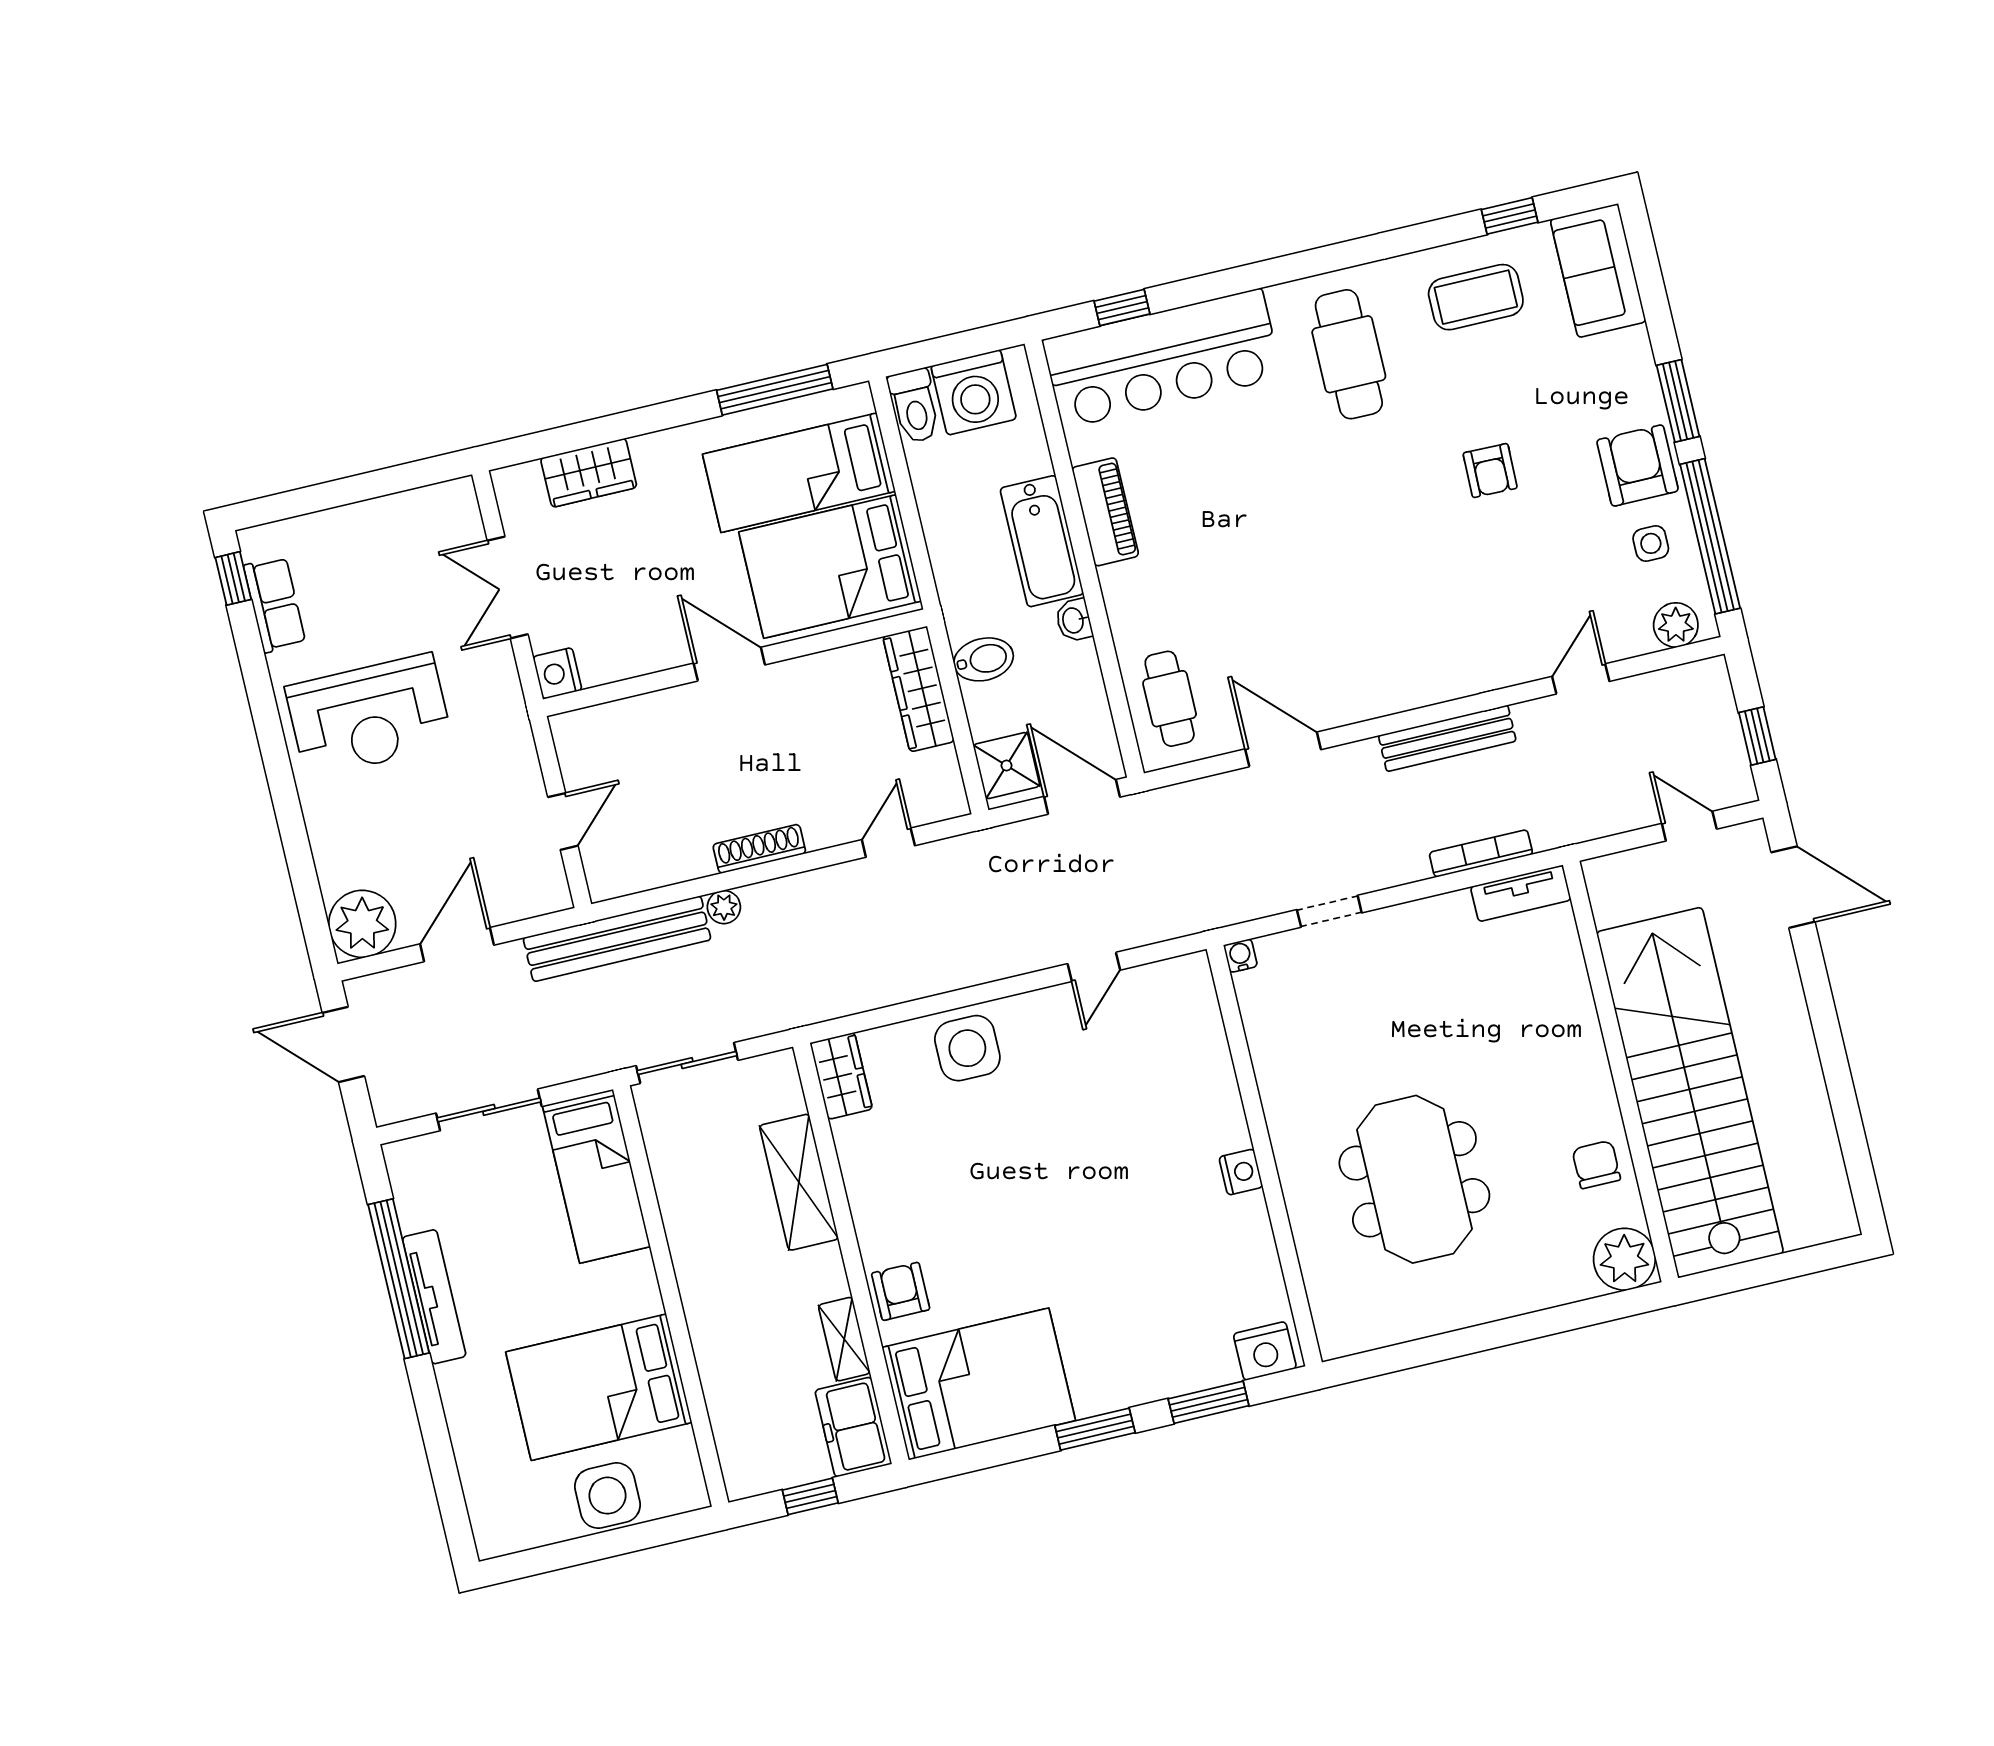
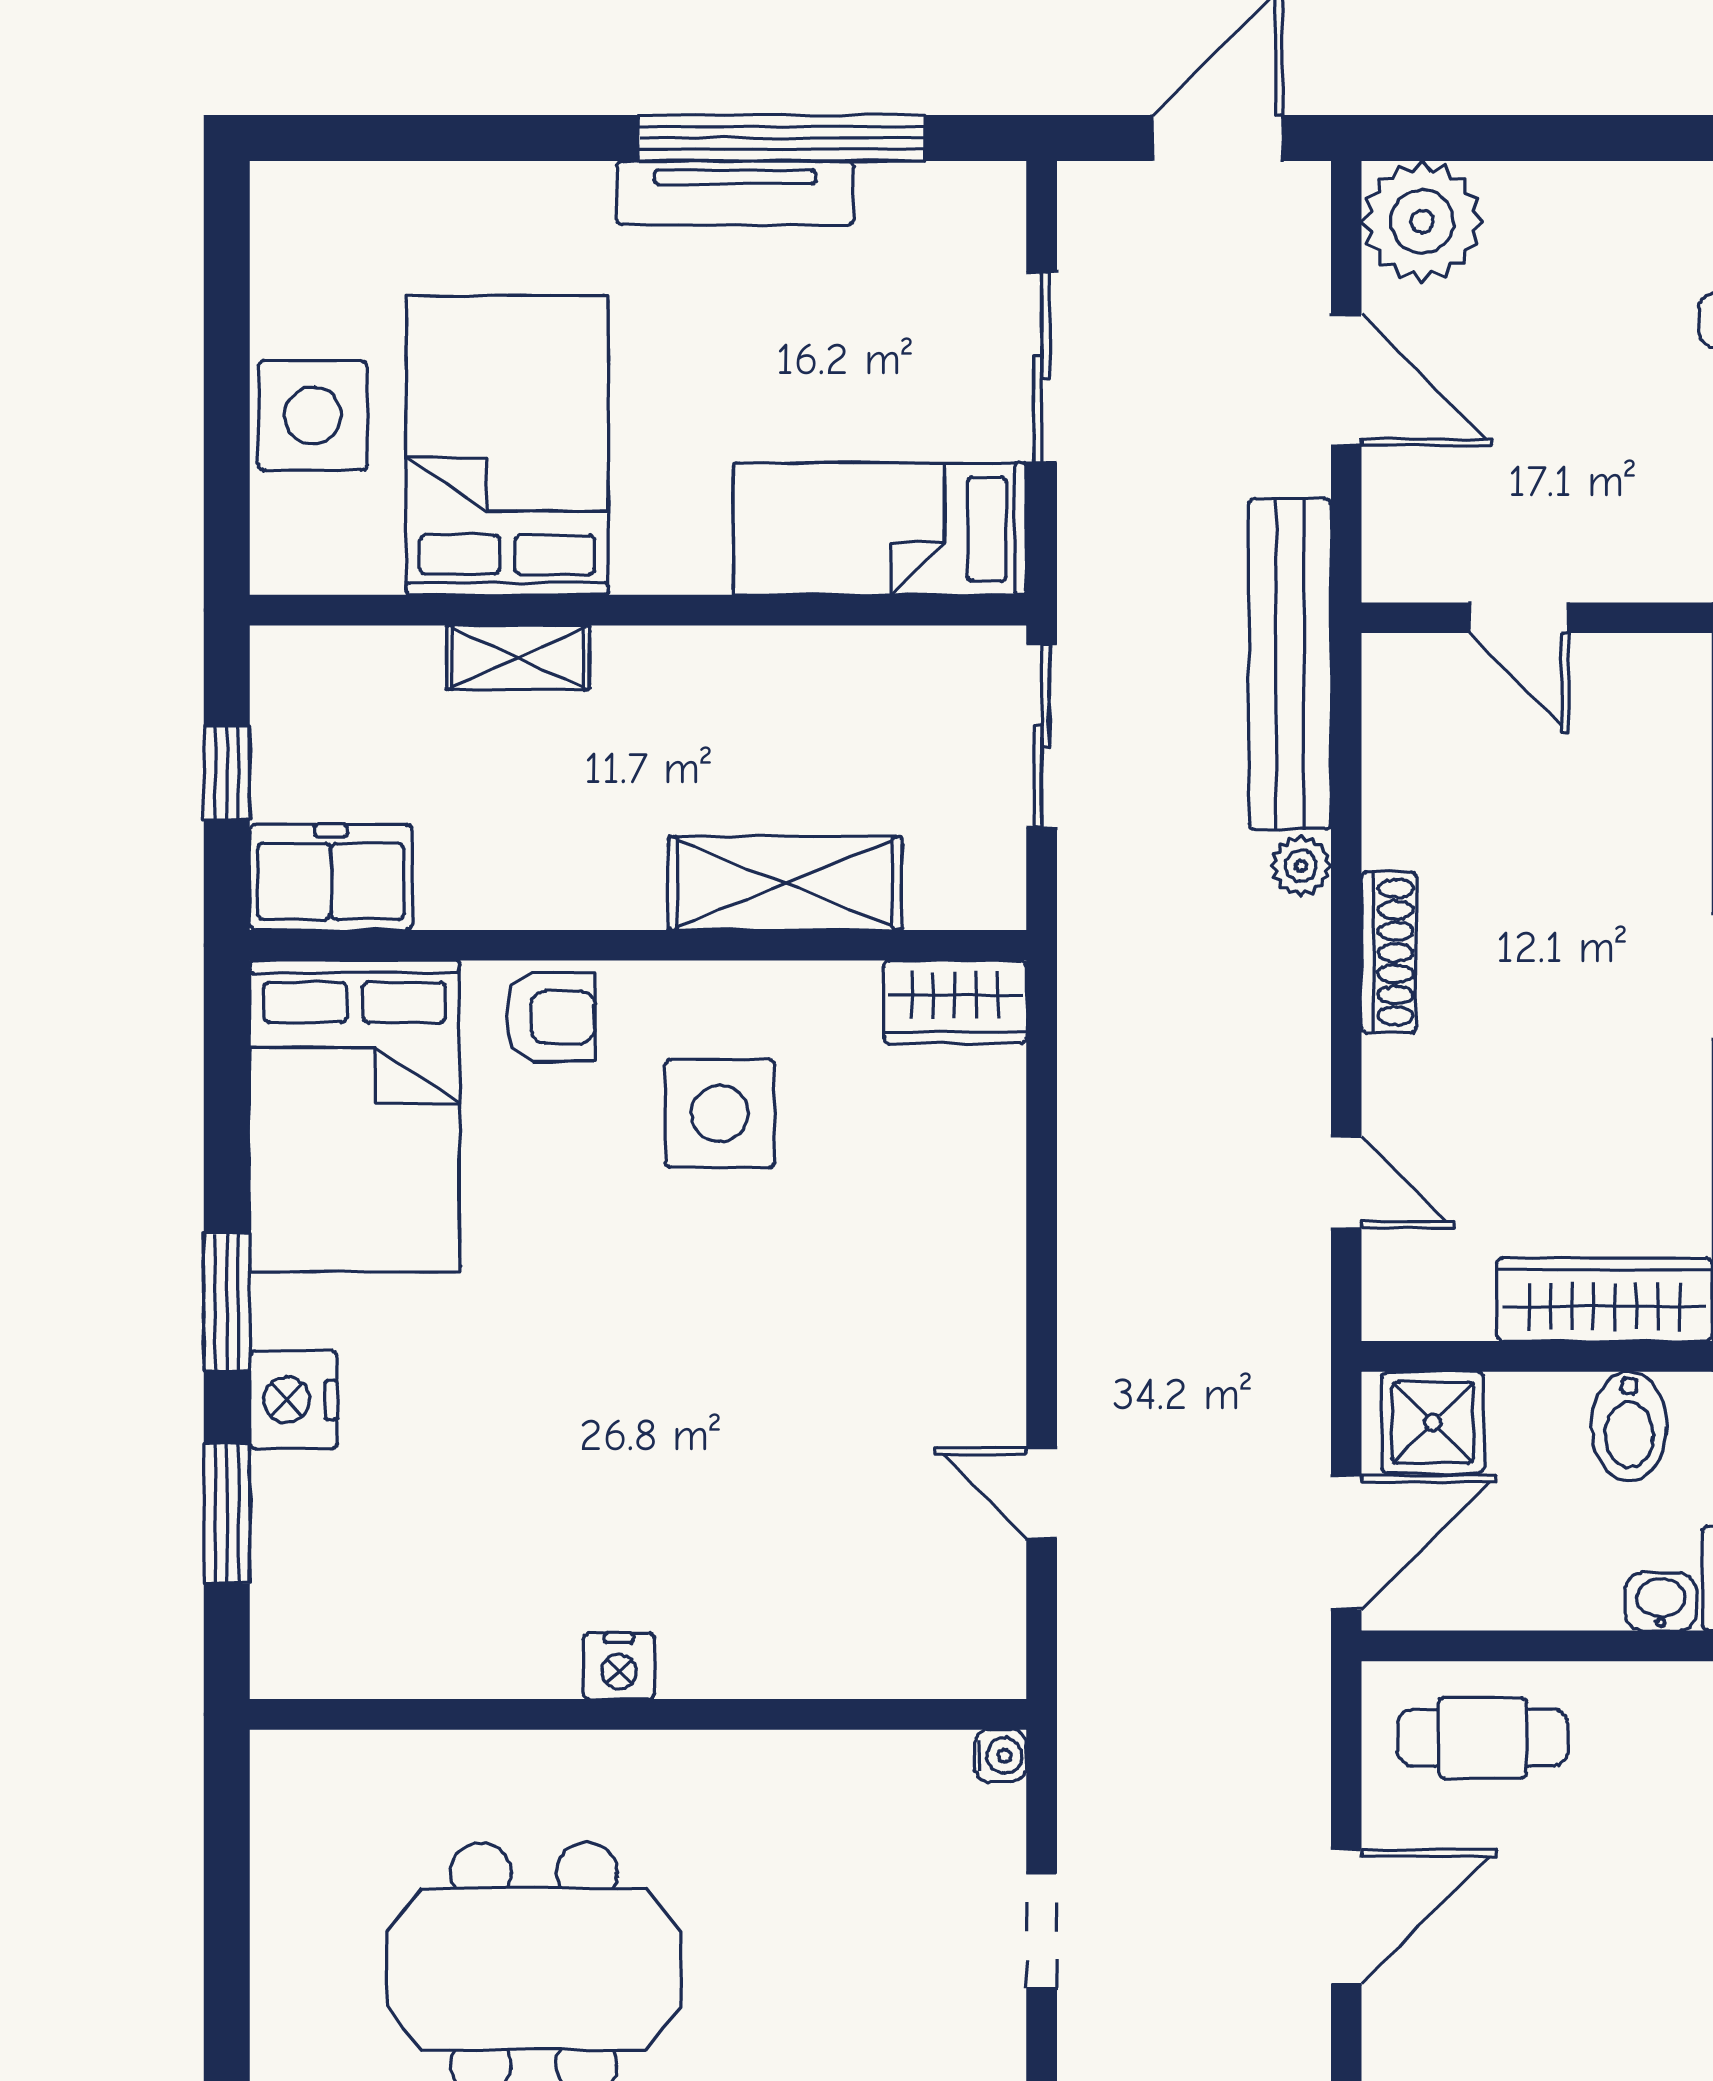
side table: (967, 1048) -> (720, 1113), moved
shelving: (844, 1339) -> (518, 657), moved
nightstand: (1265, 1351) -> (294, 1400), moved

